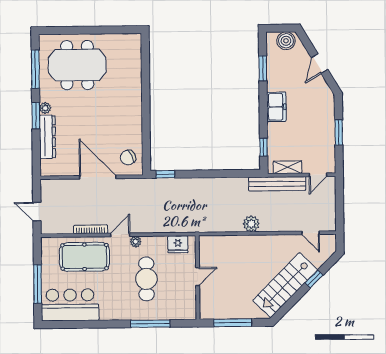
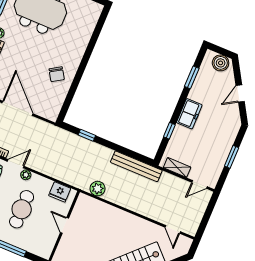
window: (264, 147) -> (169, 131), moved
chair: (128, 158) -> (57, 74), moved, turned -95
window: (165, 174) -> (87, 135), moved
bench: (277, 184) -> (136, 166), moved
plant: (251, 224) -> (98, 189), moved
door: (198, 276) -> (64, 225), swing flipped

